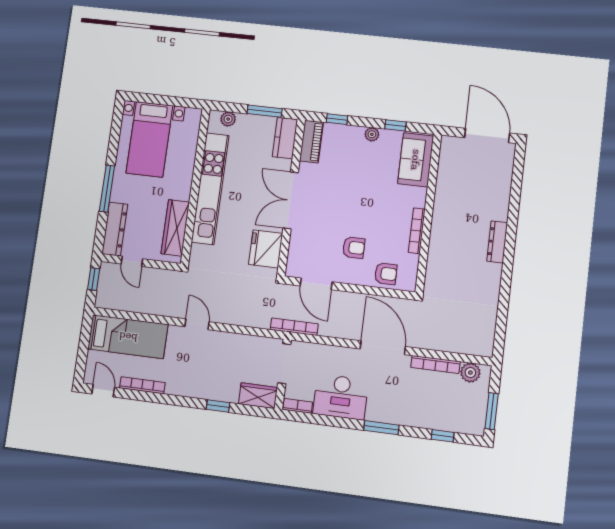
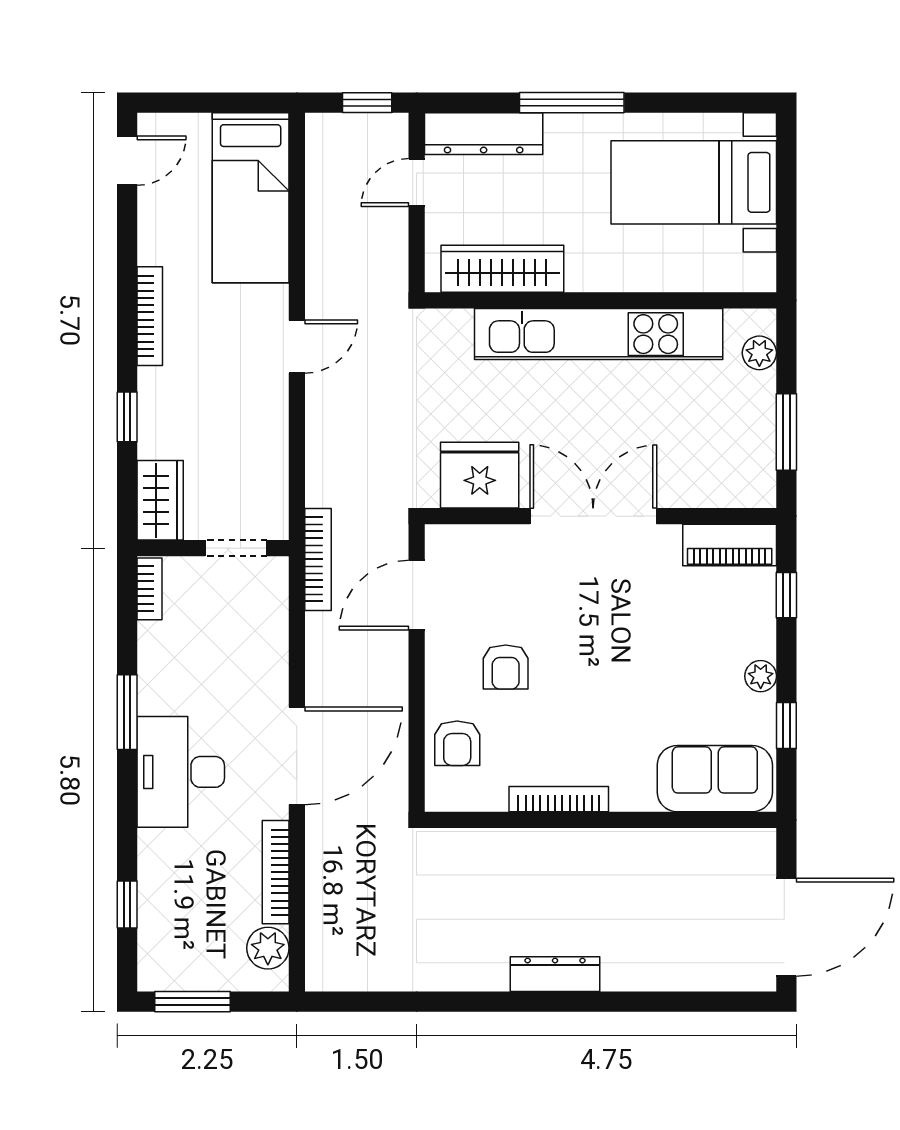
kitchen counter: (285, 138) -> (731, 486), removed
doorway: (284, 364) -> (236, 548), width x0.73
bookcase: (142, 385) -> (150, 316), moved
desk: (341, 397) -> (181, 772), moved
window: (381, 428) -> (127, 712), moved

